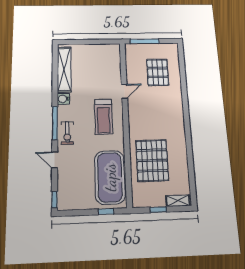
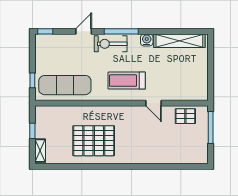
pallet: (158, 72) -> (185, 116), moved, width x0.67, depth x0.71
exercise bike: (67, 133) -> (111, 44), width x1.38, depth x1.39
pallet: (152, 160) -> (94, 141), moved
exercise mat: (110, 177) -> (65, 85), width x0.68

